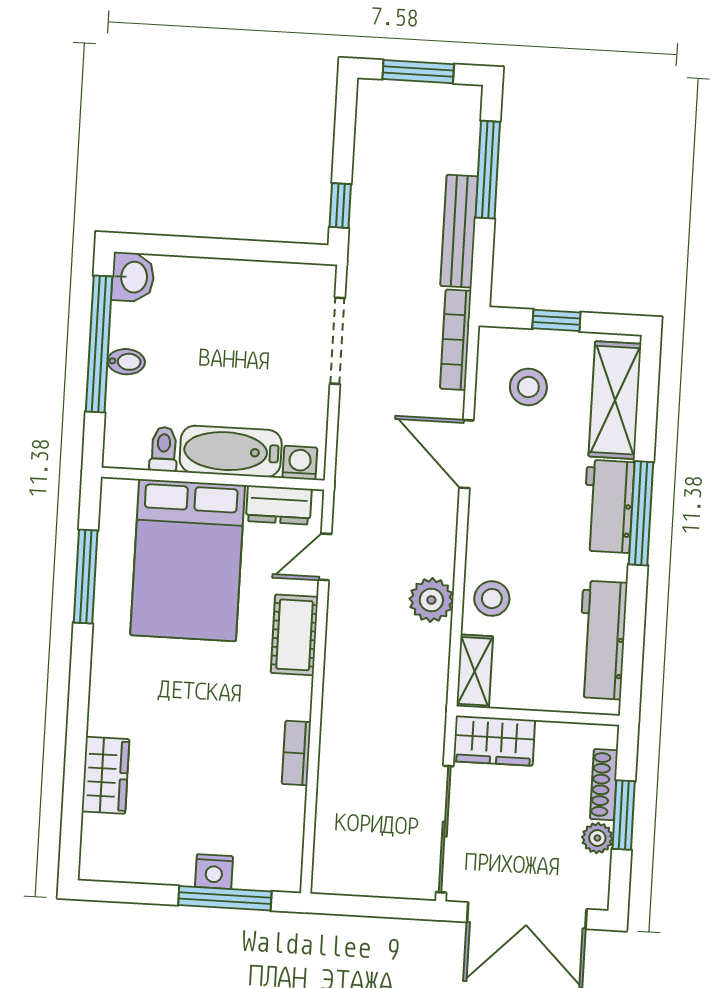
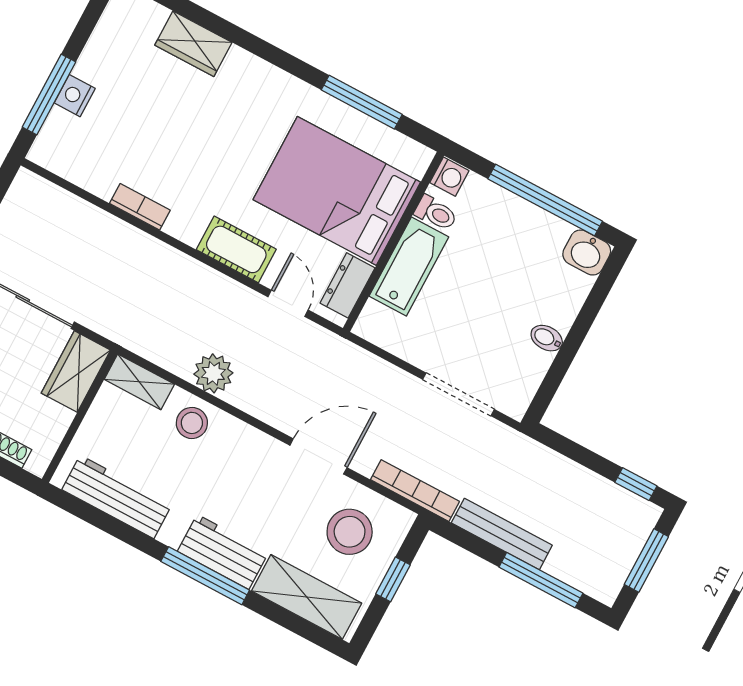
window: (340, 206) -> (636, 484), moved
bidet: (126, 362) -> (547, 338), moved, turned 90
stool: (528, 387) -> (350, 532), width x1.38, depth x1.38
washing machine: (300, 463) -> (449, 177), moved

